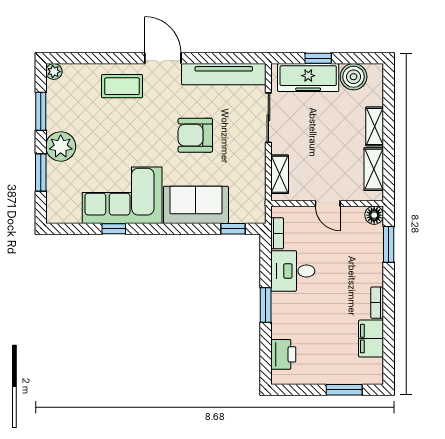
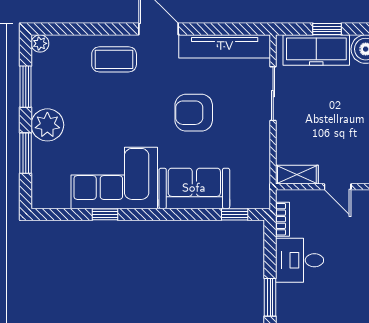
shelving: (280, 174) -> (297, 175), moved, turned 90

